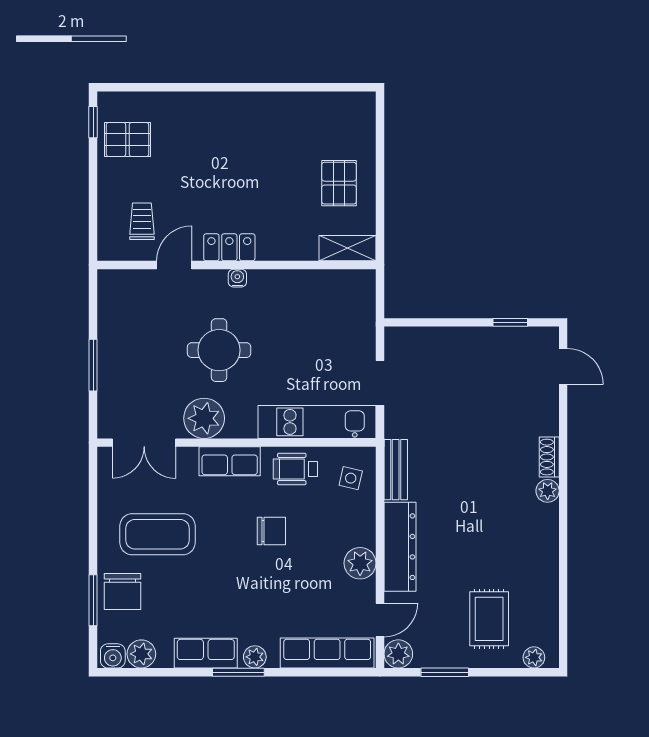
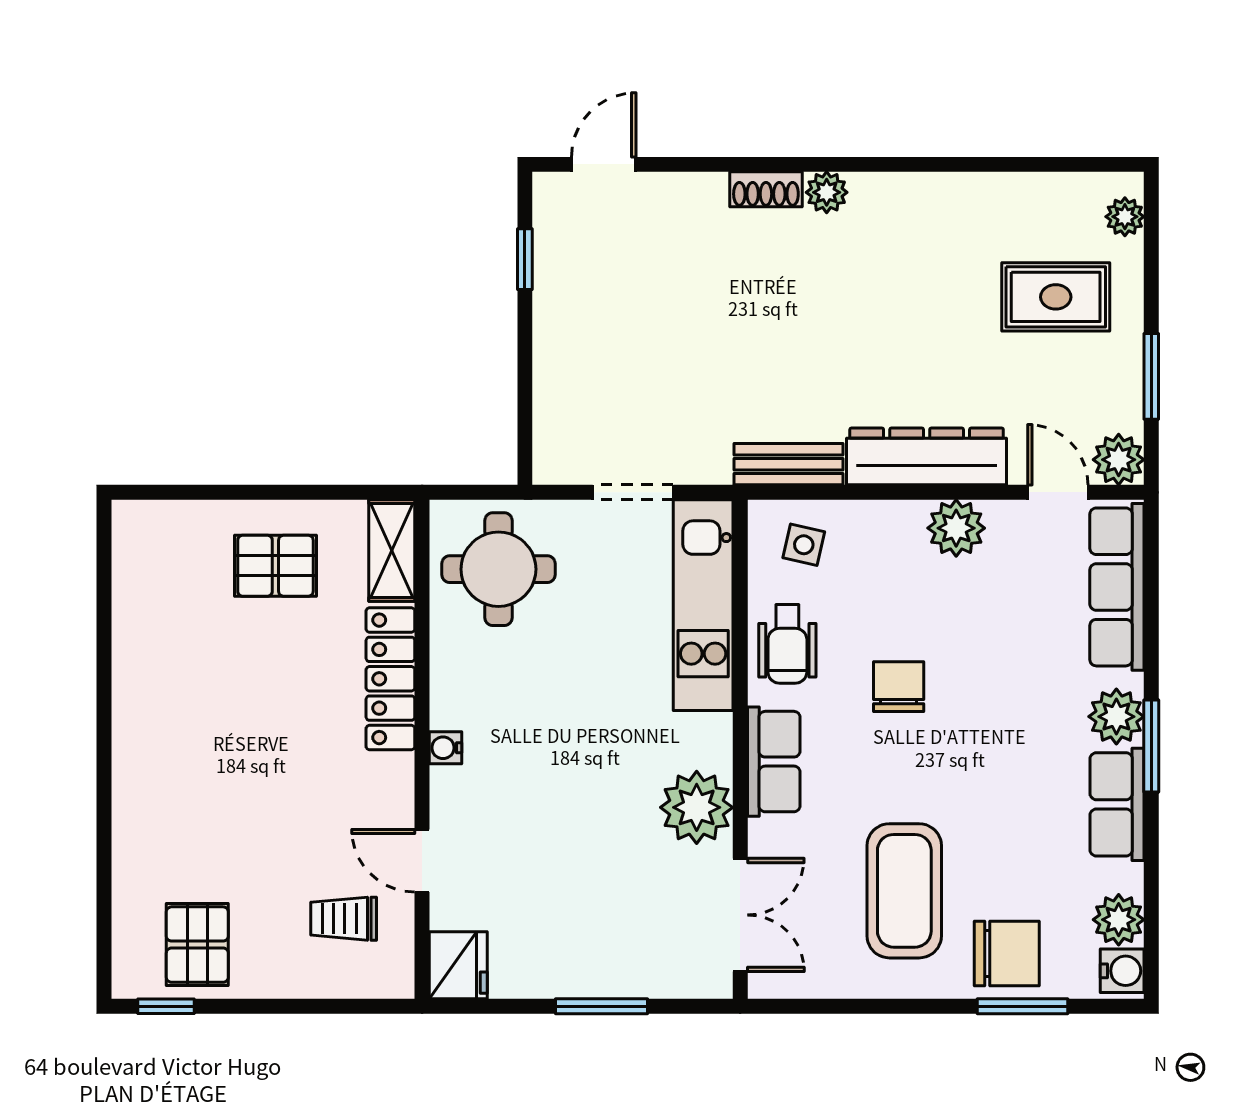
locker: (229, 247) -> (390, 679), moved, width x1.53
fridge: (116, 285) -> (458, 965), added
round table: (219, 350) -> (498, 569), moved
plant: (255, 657) -> (1116, 717), width x1.38, depth x1.38

